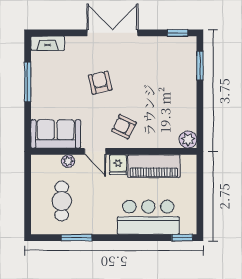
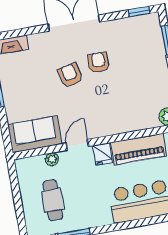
armchair: (124, 127) -> (99, 62), moved, turned 64
door: (95, 151) -> (77, 145), swing flipped

